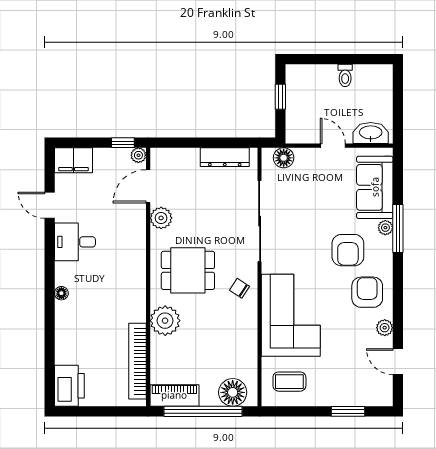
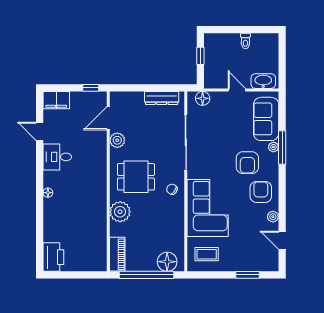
plant: (138, 155) -> (102, 97), removed
bookcase: (137, 361) -> (101, 240), removed
piano: (174, 395) -> (117, 254), moved, turned 90

